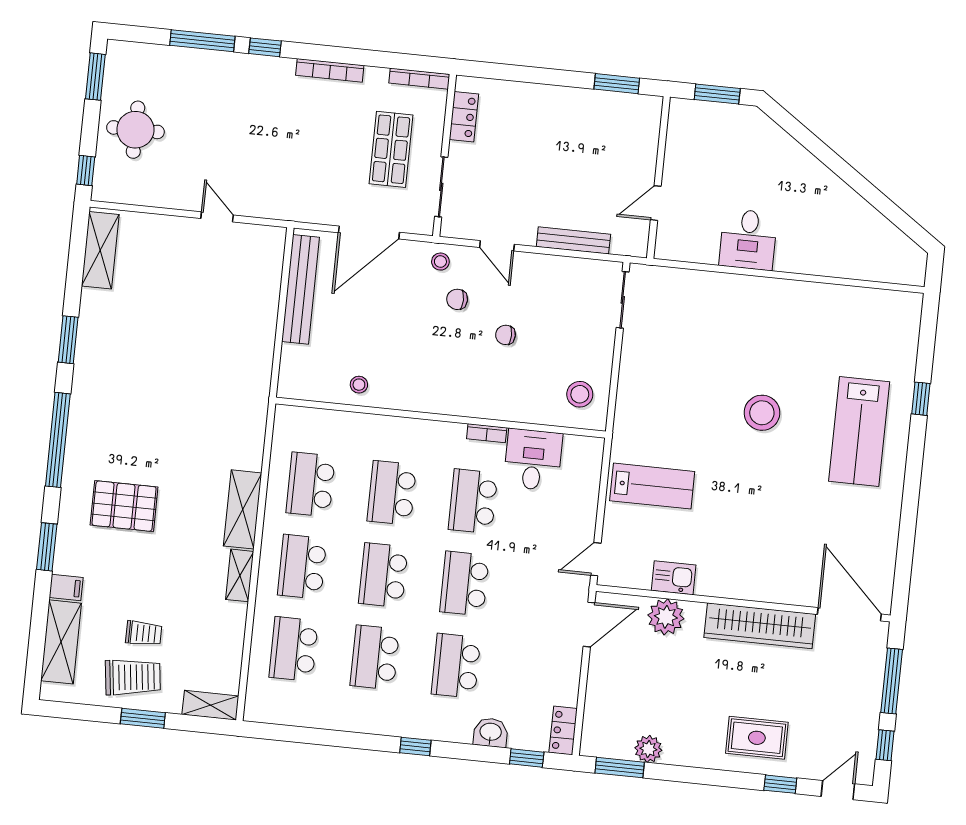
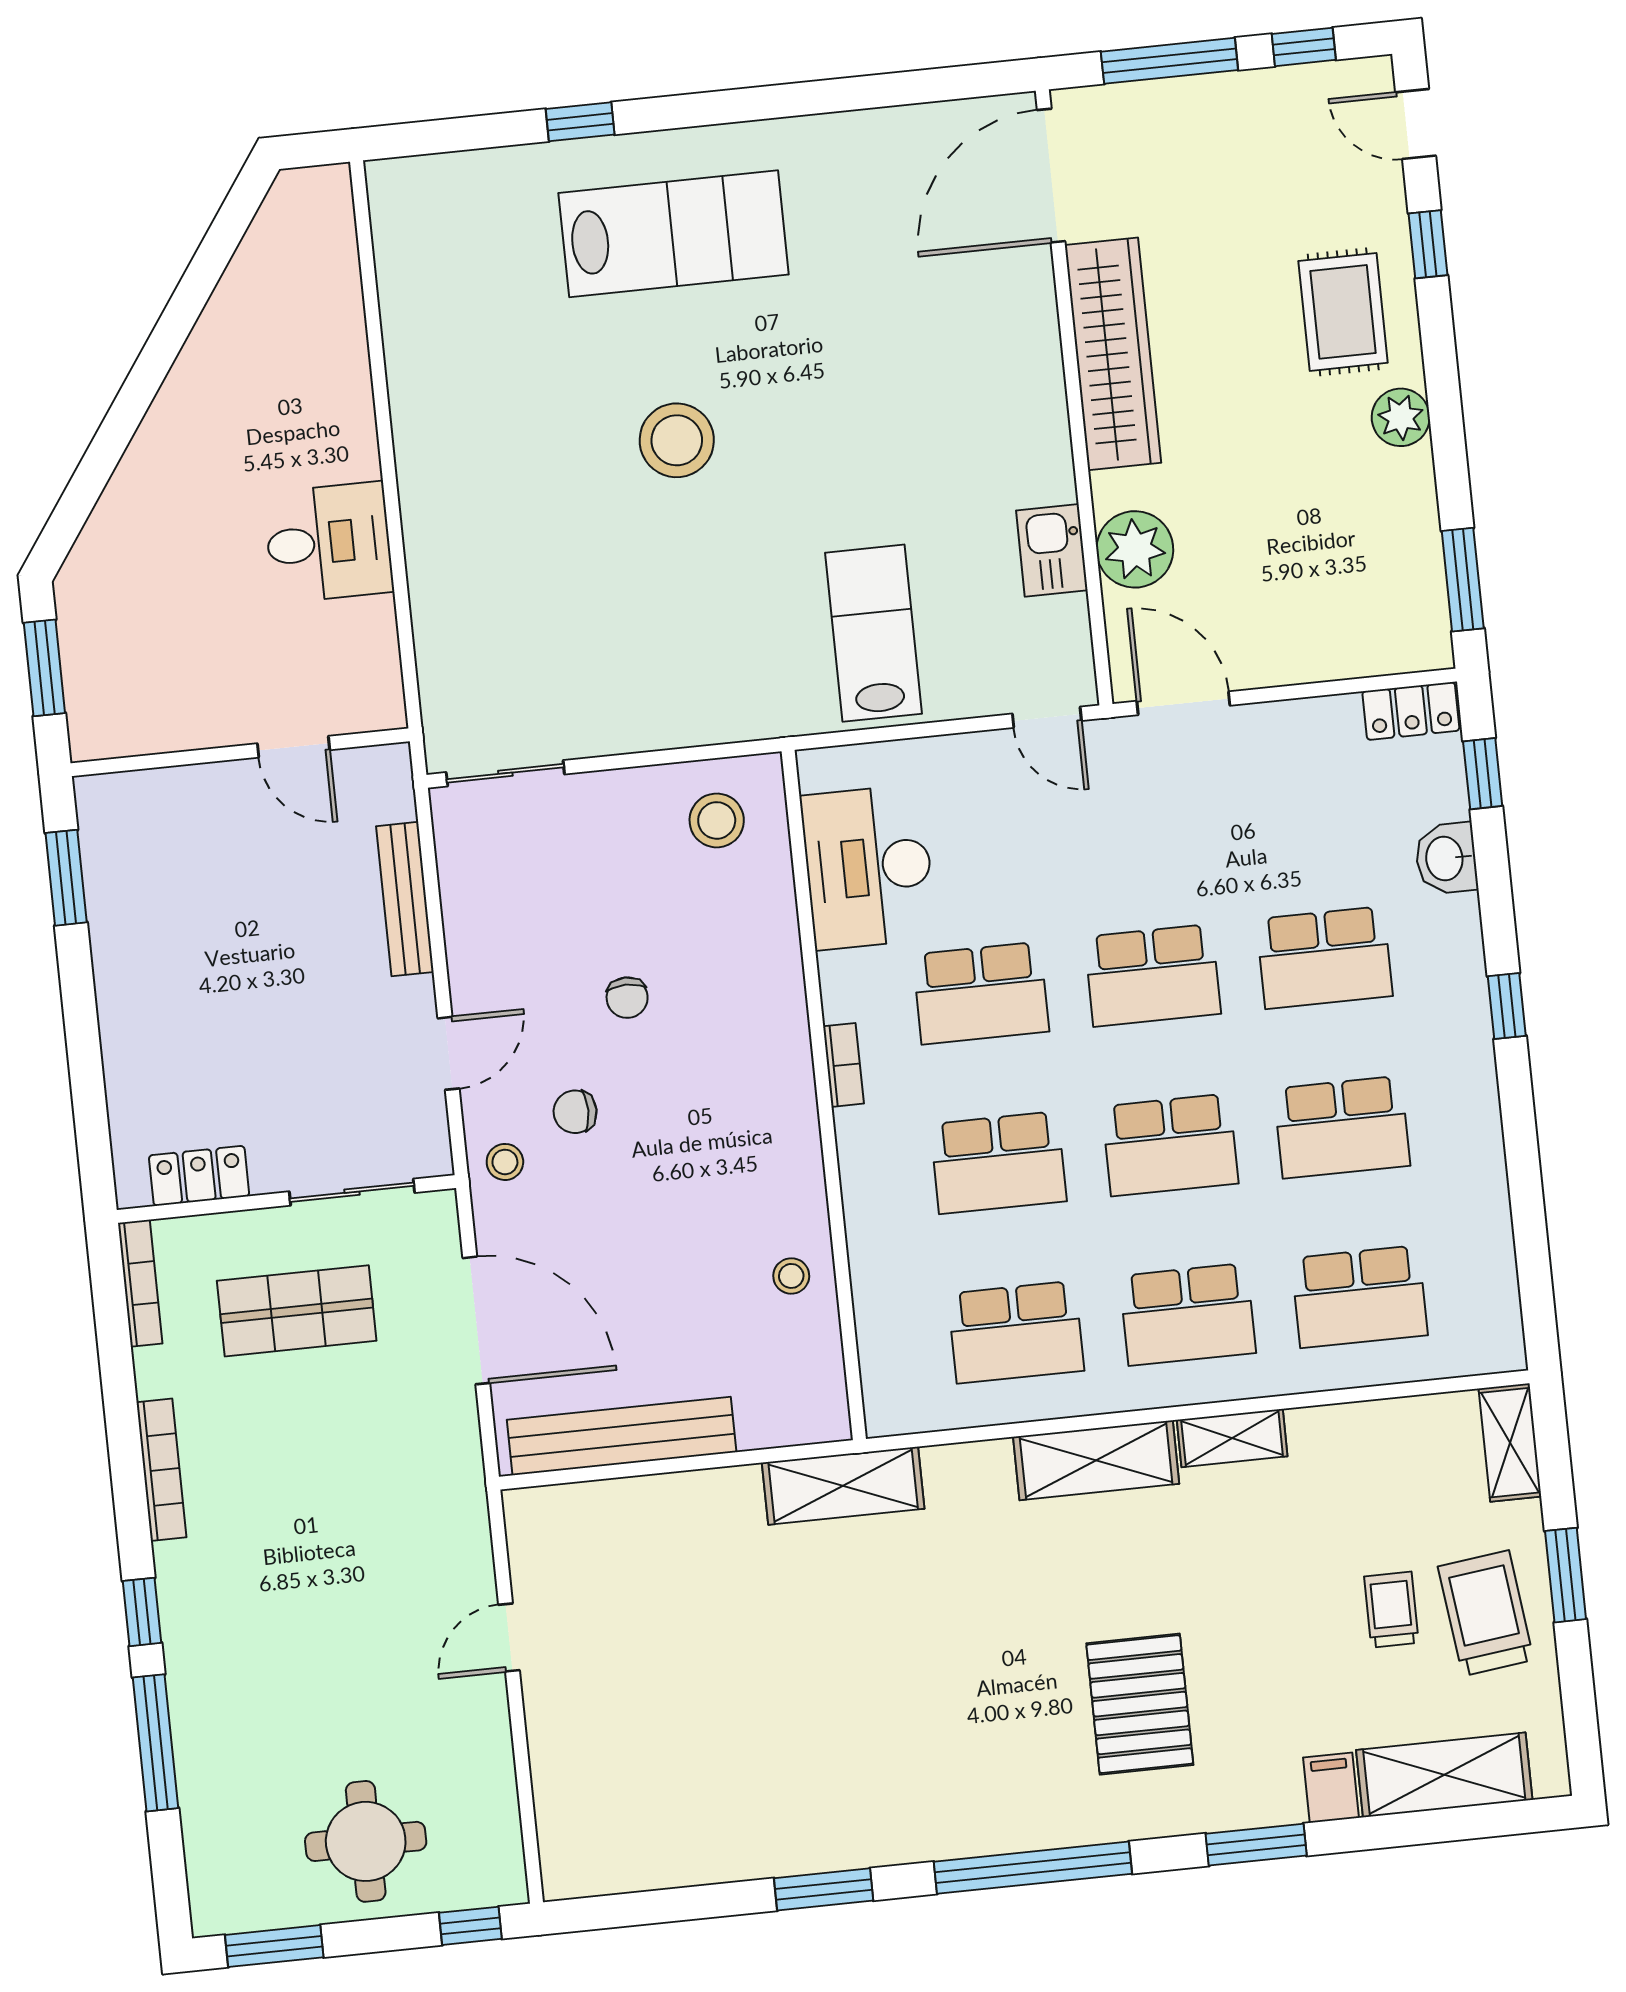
shelving: (100, 250) -> (843, 1486), moved
chair: (457, 299) -> (575, 1112), turned 90
bookcase: (487, 433) -> (843, 1065), moved
desk: (533, 460) -> (868, 867), width x1.37
plant: (648, 749) -> (1401, 417), moved

